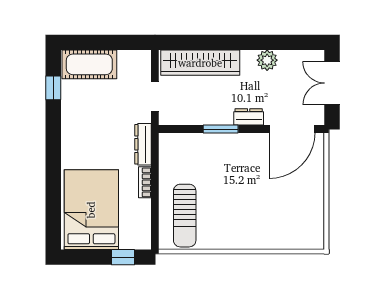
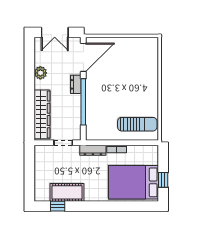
cot: (89, 64) -> (67, 192), moved, turned 90
window: (221, 129) -> (83, 102), width x2.11
door: (292, 129) -> (83, 57), hinge flipped
window: (123, 257) -> (163, 180), moved

